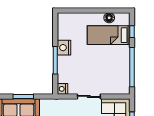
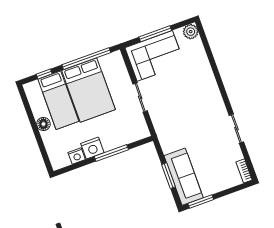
floor lamp: (109, 18) -> (43, 124), moved
bed: (108, 60) -> (89, 90), added
nightstand: (62, 89) -> (77, 156), moved

